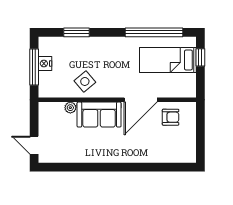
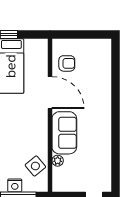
side table: (85, 81) -> (35, 166), moved
armchair: (171, 117) -> (67, 63), turned 90

